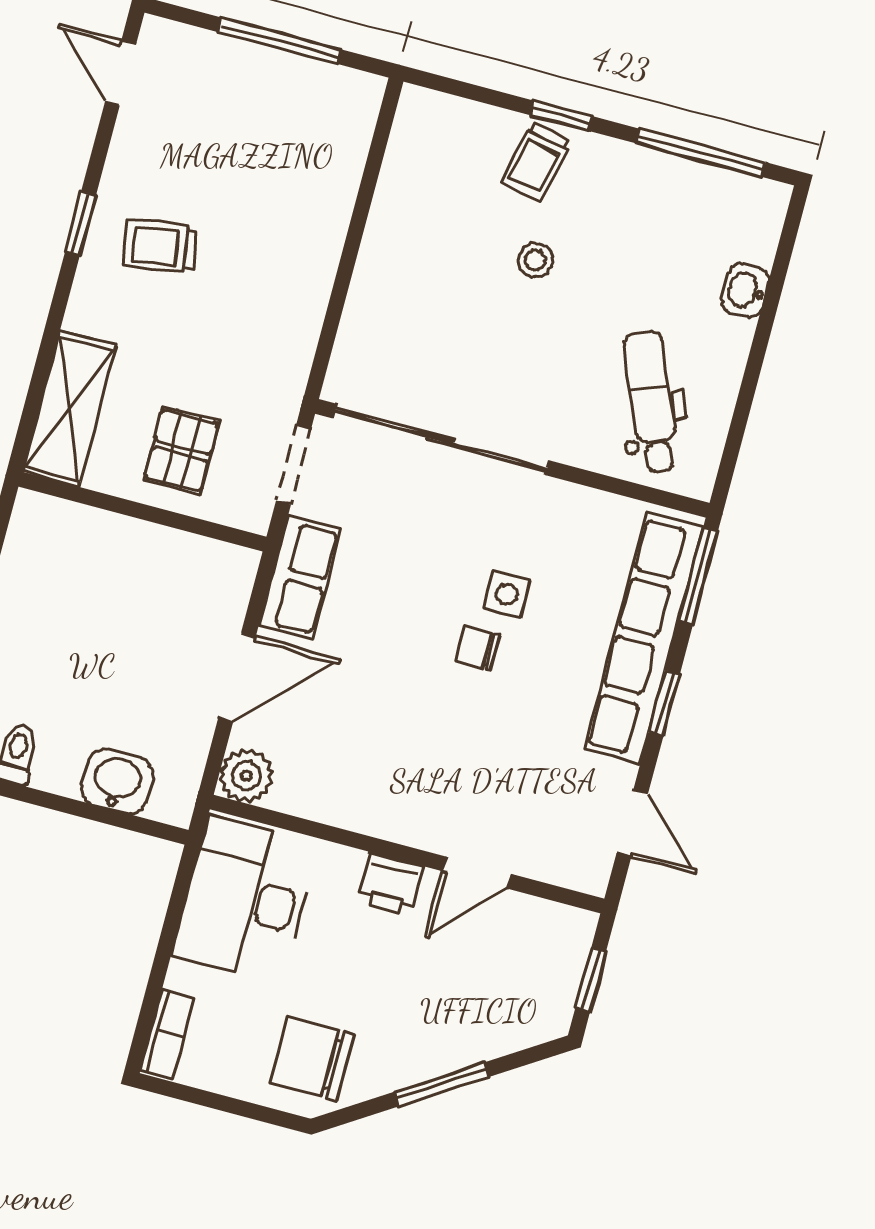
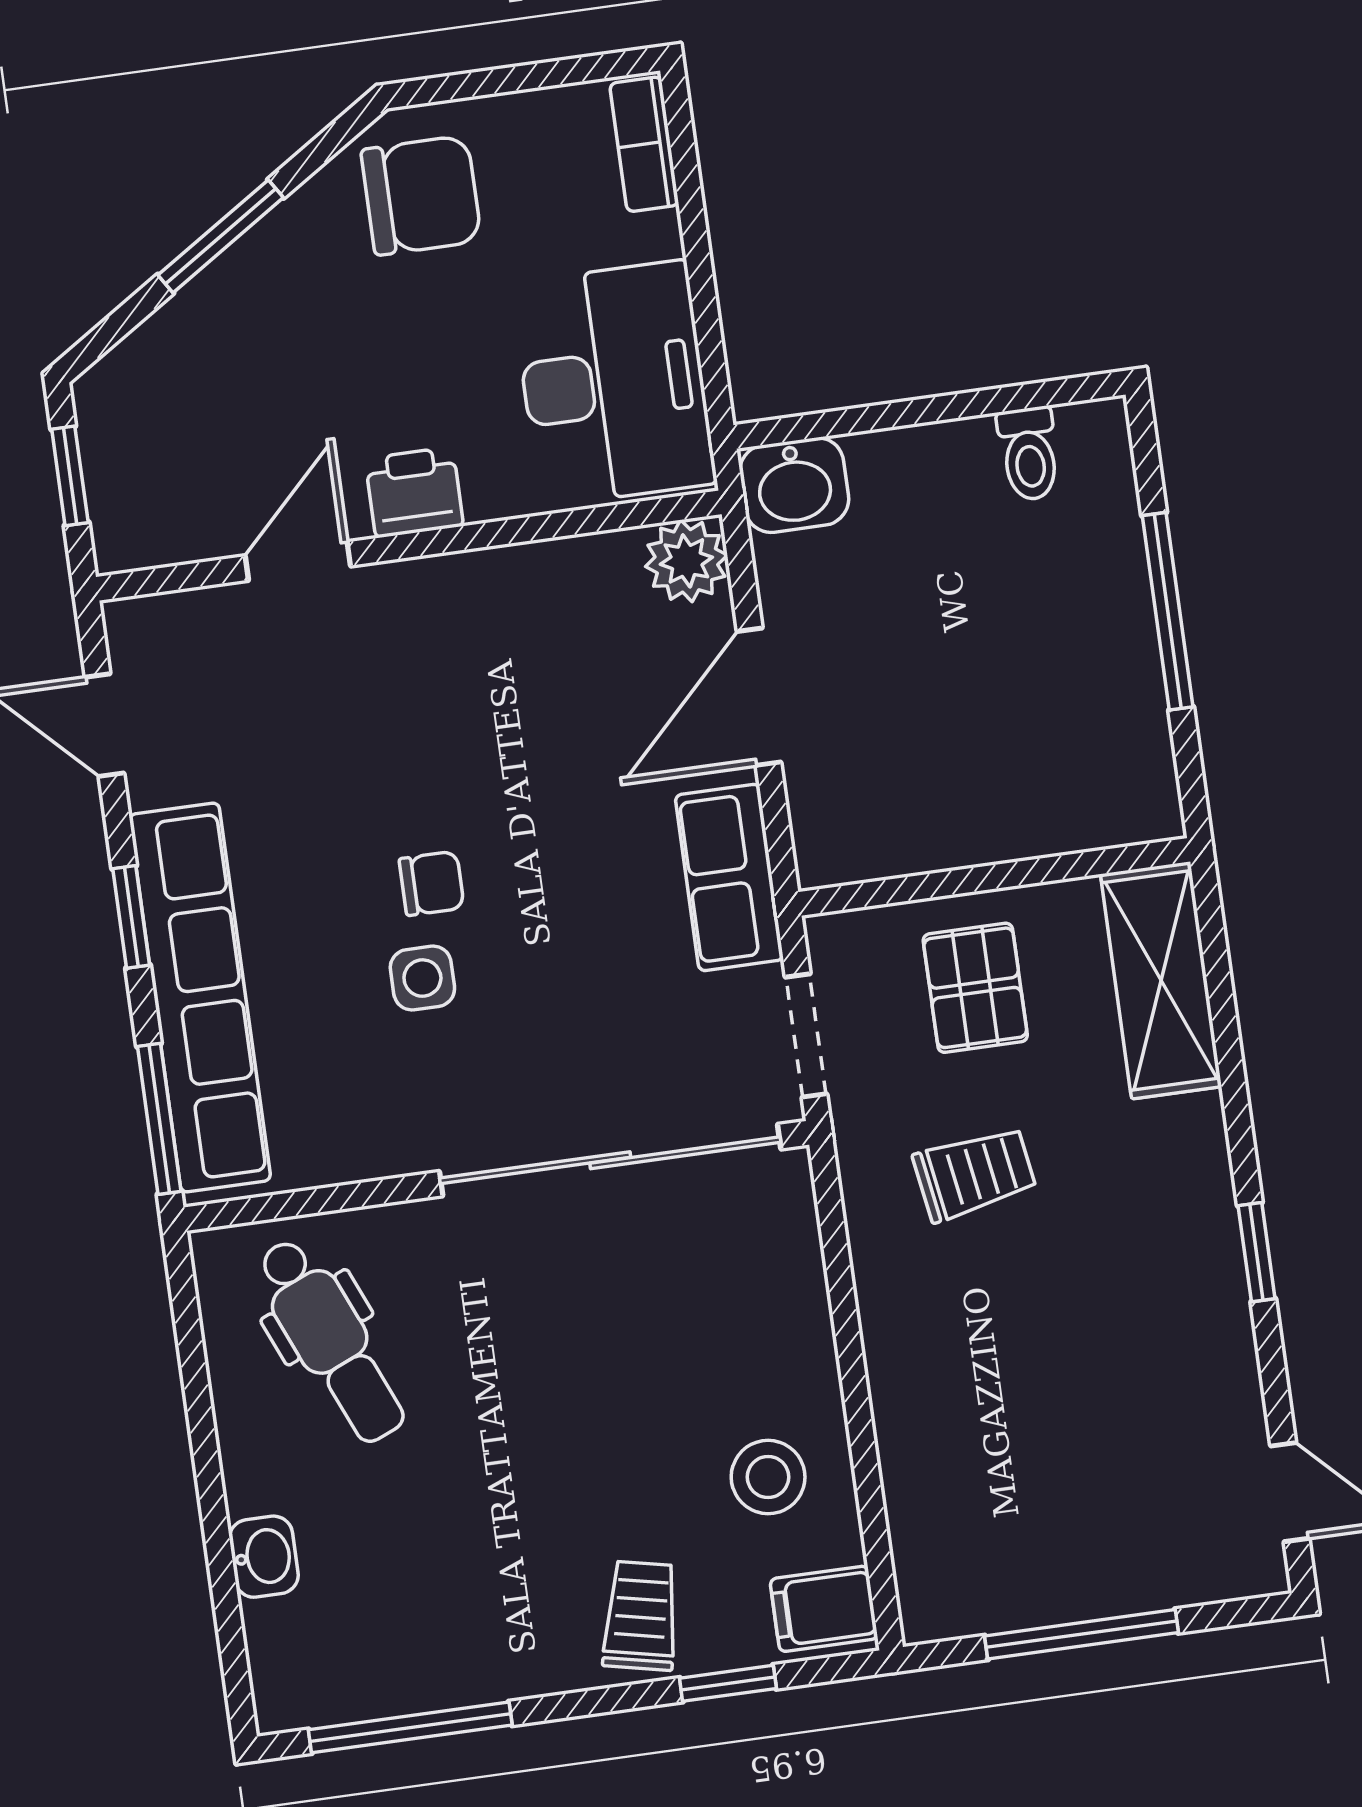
window: (561, 116) -> (728, 1683), moved
filing cabinet: (426, 120) -> (824, 1609), added
trolley: (160, 246) -> (975, 1174), moved
stool: (535, 260) -> (768, 1477), moved, width x1.37, depth x1.37
washbasin: (117, 782) -> (794, 485), moved

